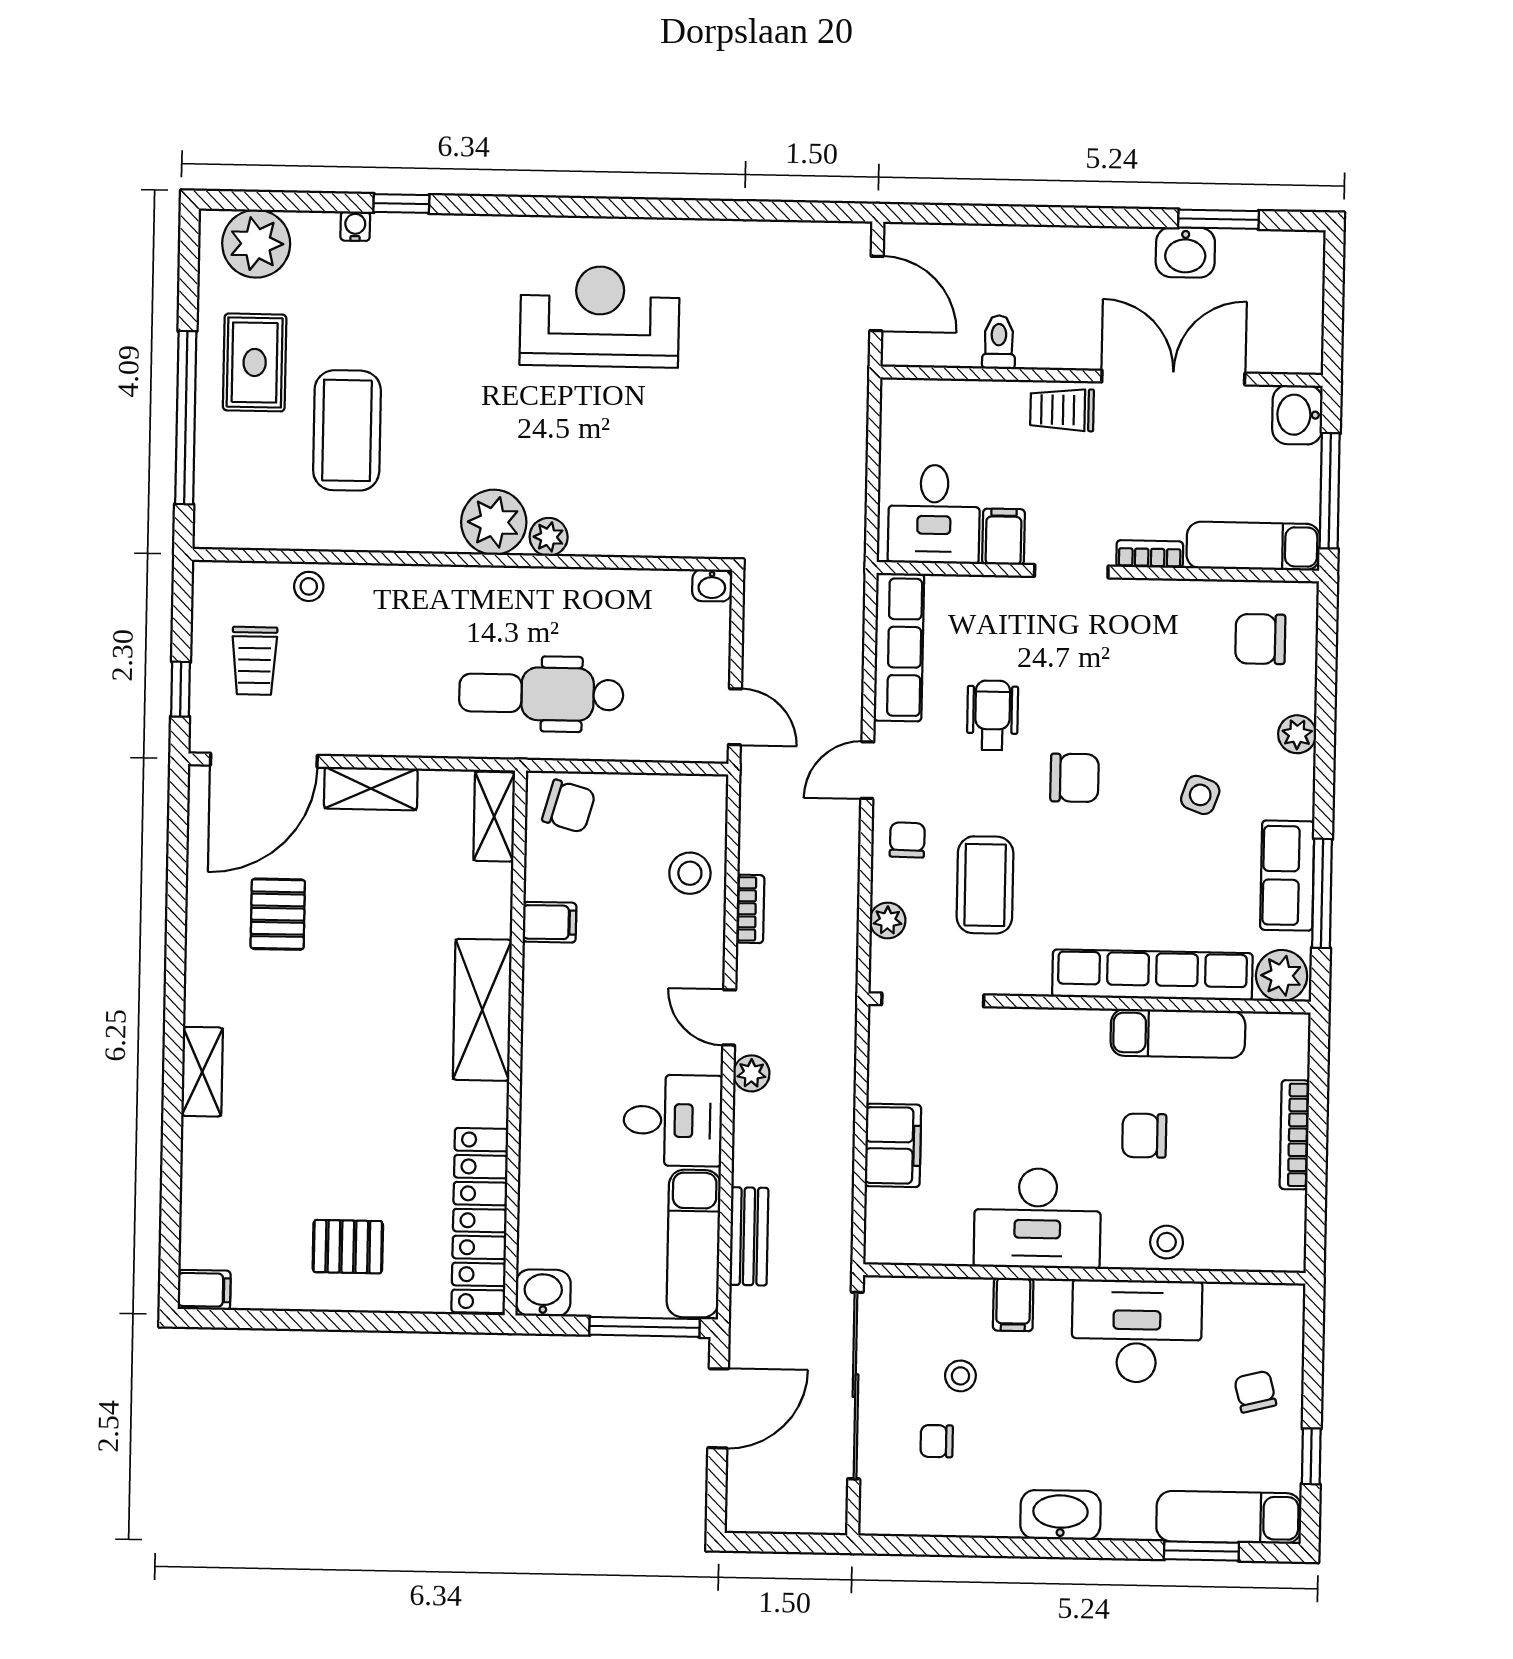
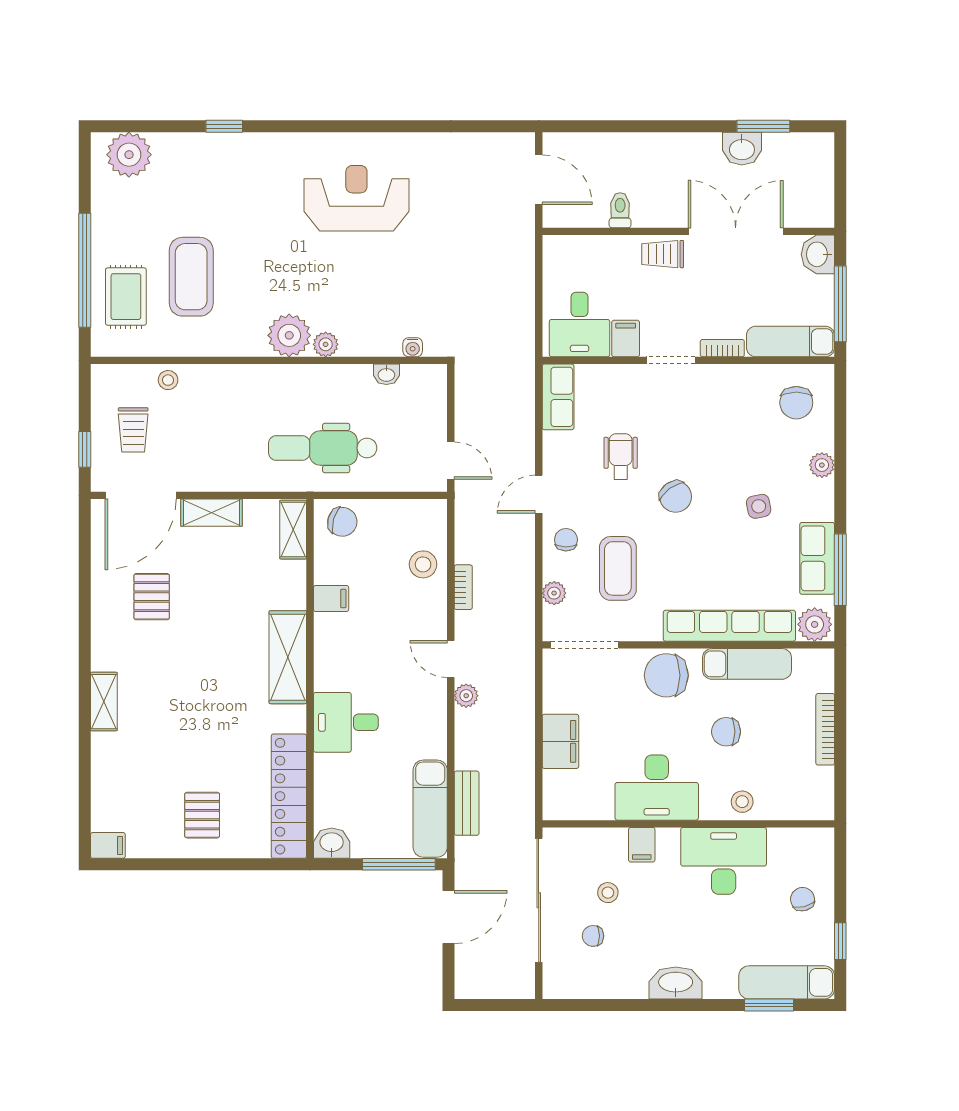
water cooler: (355, 226) -> (413, 347), moved, turned 180
rug: (255, 362) -> (126, 297), moved
washbasin: (712, 585) -> (386, 374), moved
chair: (1260, 639) -> (796, 403), turned -90
row of seats: (899, 647) -> (558, 397), width x0.68
chair: (1075, 778) -> (676, 497), turned 54
side table: (1200, 795) -> (759, 506), turned -31
chair: (1055, 1048) -> (666, 675), added
desk: (673, 1120) -> (346, 722), moved, turned 180
pallet: (348, 1247) -> (202, 815), turned 90

